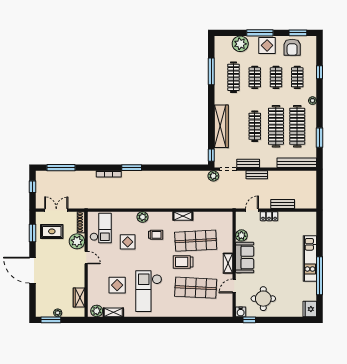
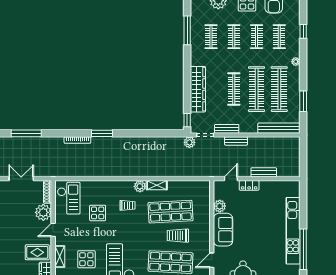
clothes rail: (233, 77) -> (211, 37), width x0.73
plant: (143, 217) -> (140, 186), moved
rug: (52, 231) -> (37, 252), moved
door: (86, 258) -> (53, 230), swing flipped
kitchen unit: (310, 259) -> (293, 231), width x1.36
trolley: (183, 262) -> (178, 236), moved
shelving: (228, 263) -> (60, 257), moved

